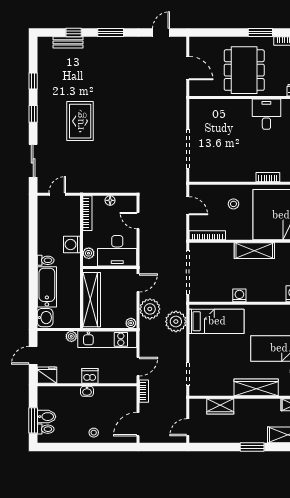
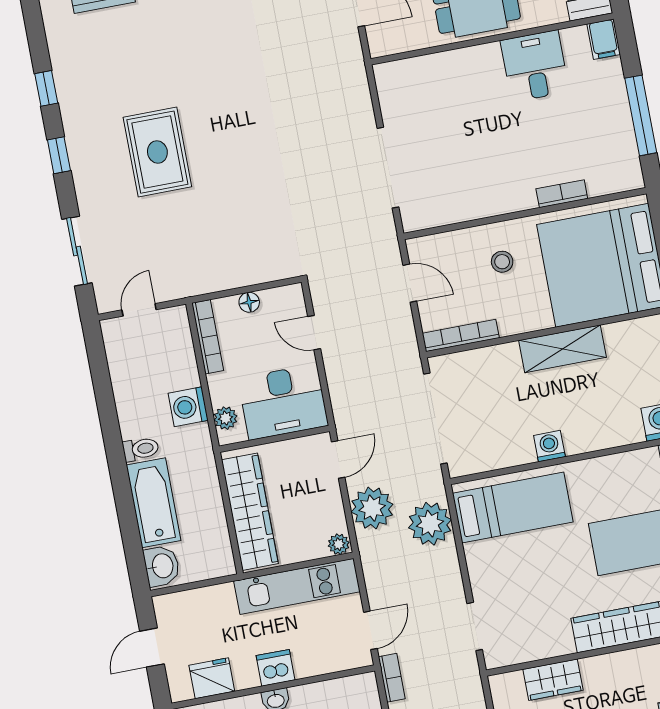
plant: (71, 336) -> (222, 594), removed
fridge: (47, 375) -> (212, 678), moved

